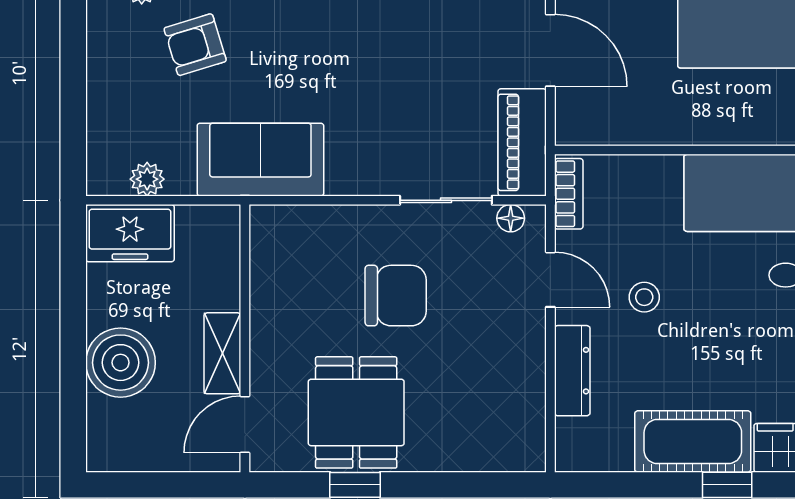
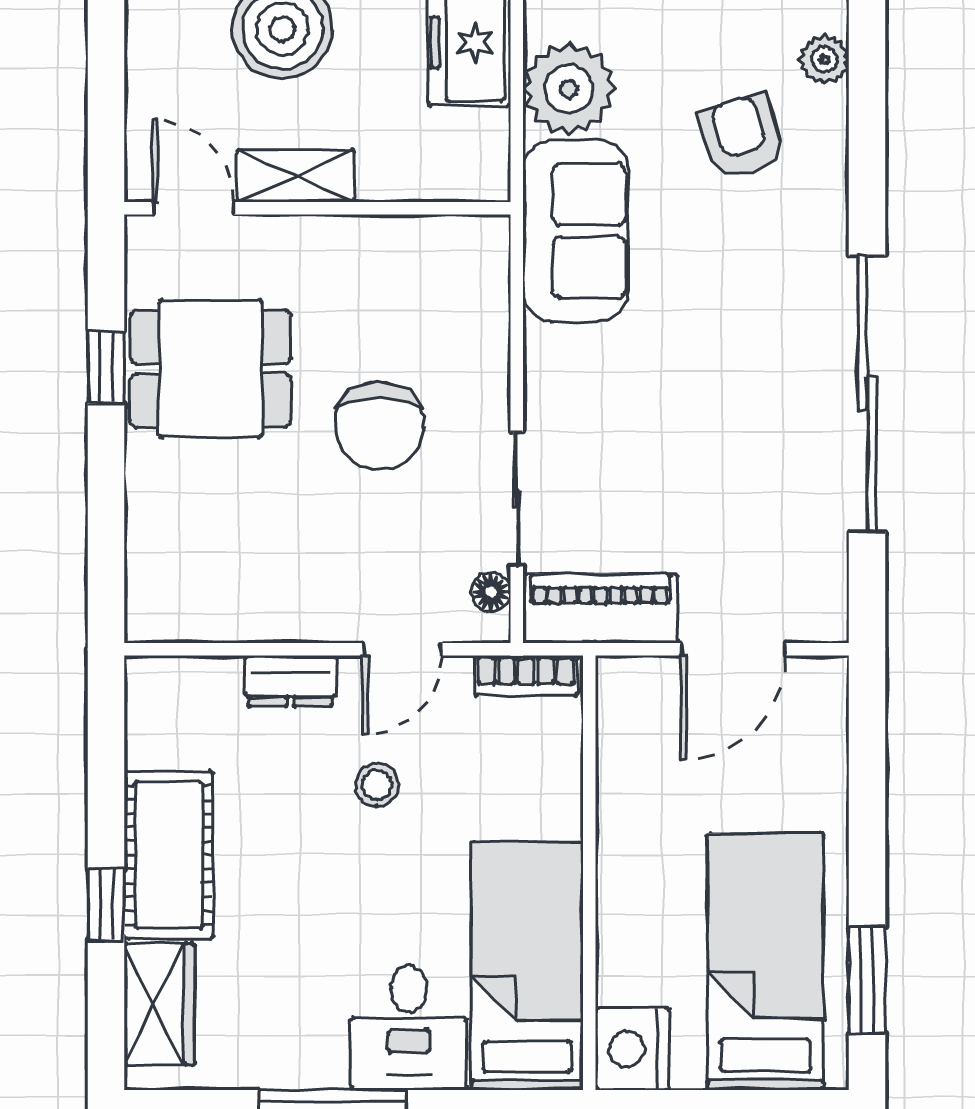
plant: (147, 179) -> (569, 89), width x1.88, depth x1.88
dresser: (572, 371) -> (291, 681), width x0.70

